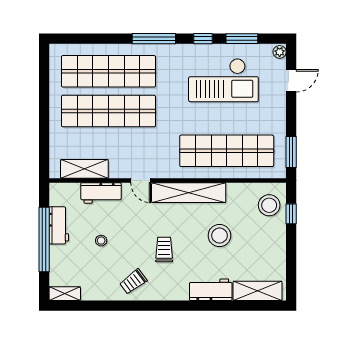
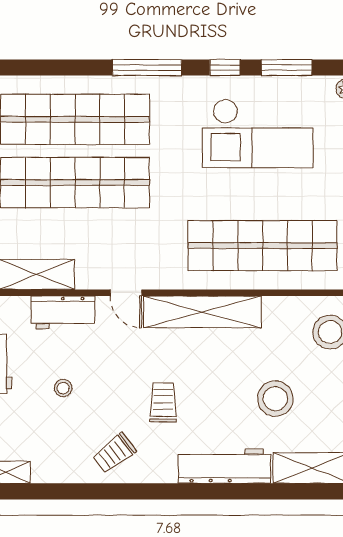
stool: (219, 236) -> (275, 399), moved
workbench: (211, 290) -> (225, 466), width x1.38

